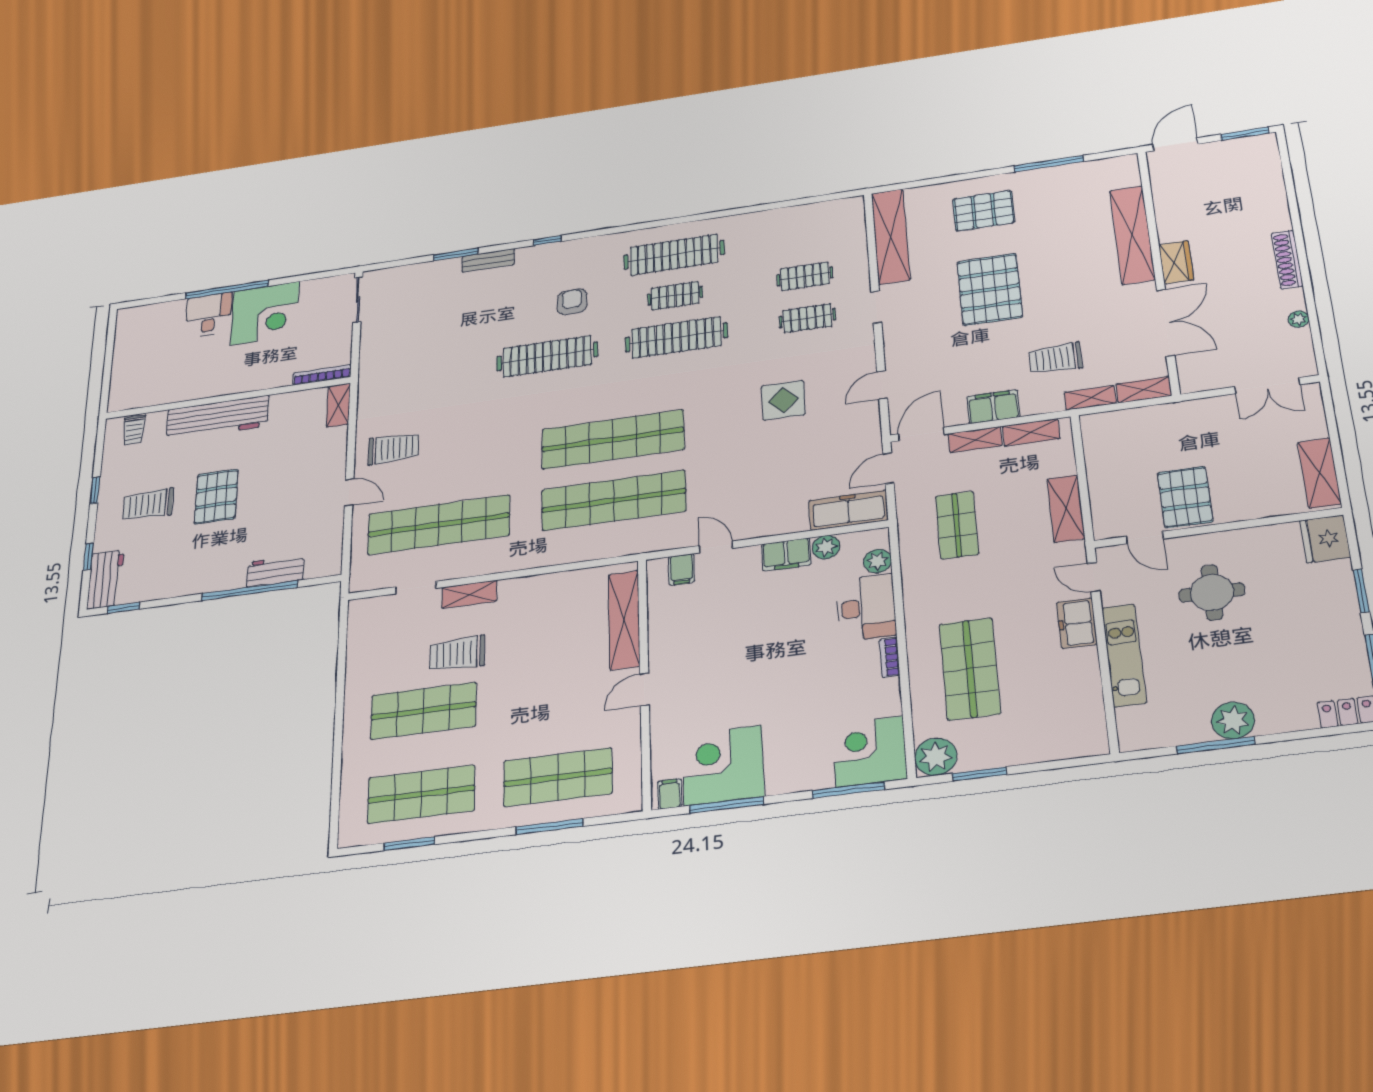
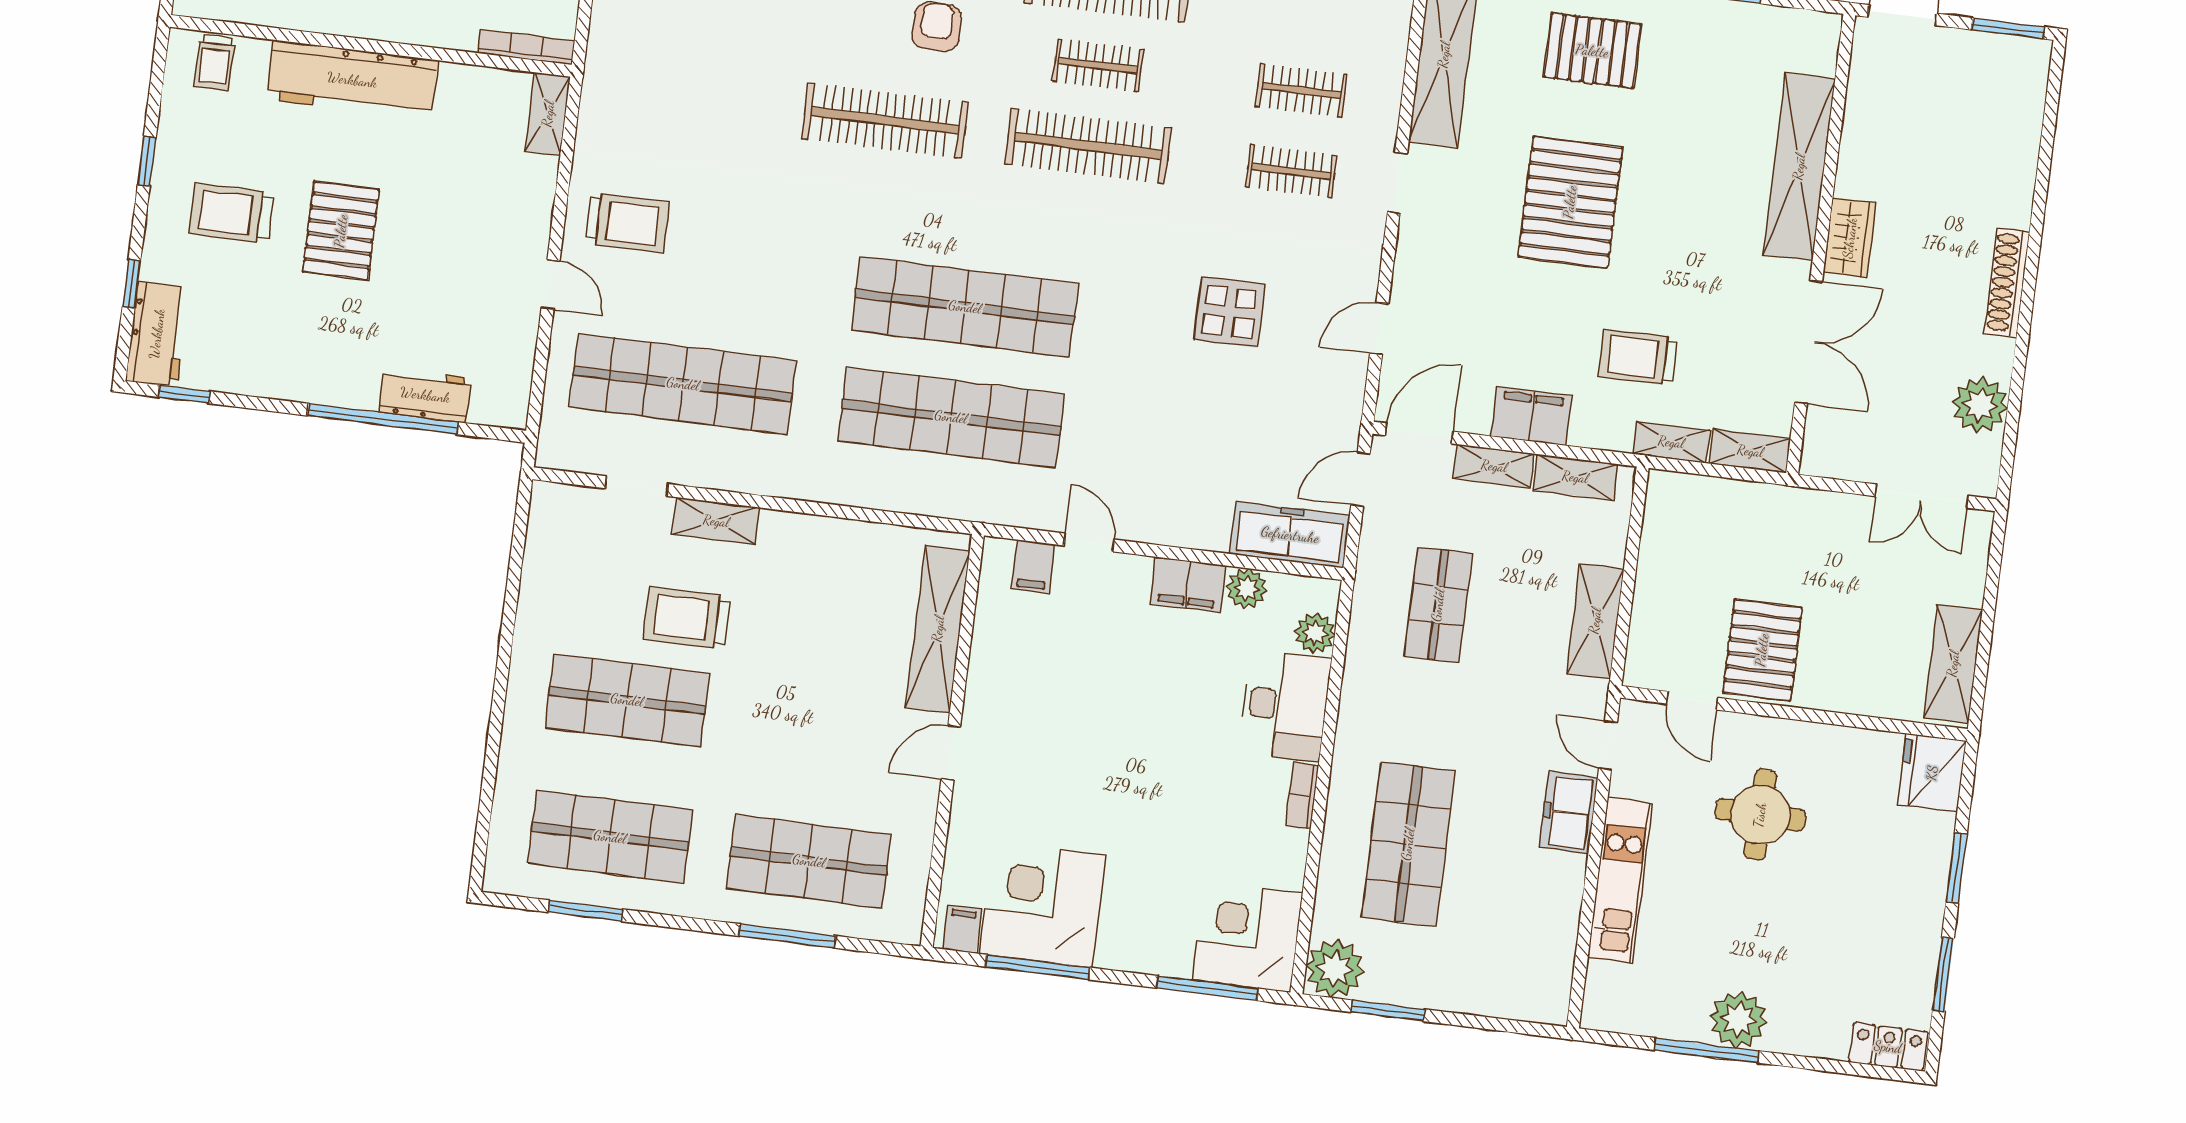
plant: (1299, 319) -> (1980, 405), width x1.88, depth x1.88

